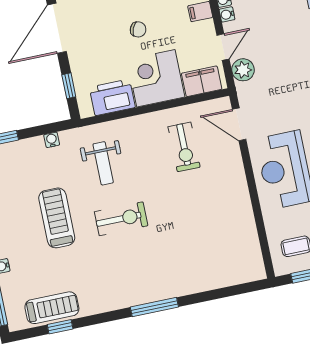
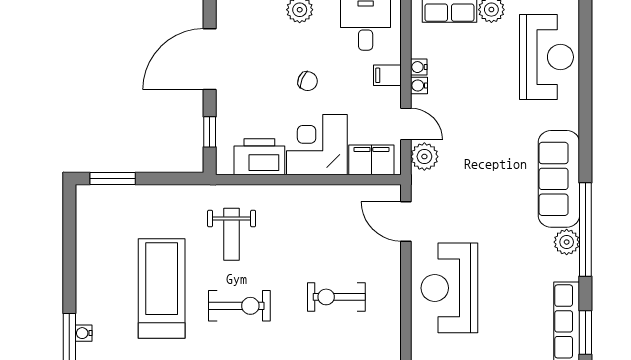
door: (223, 47) -> (406, 124), hinge flipped
water cooler: (52, 140) -> (175, 193), removed
exercise bike: (184, 147) -> (336, 297), moved, turned 90
treadmill: (57, 218) -> (162, 289), width x1.37, depth x1.38

